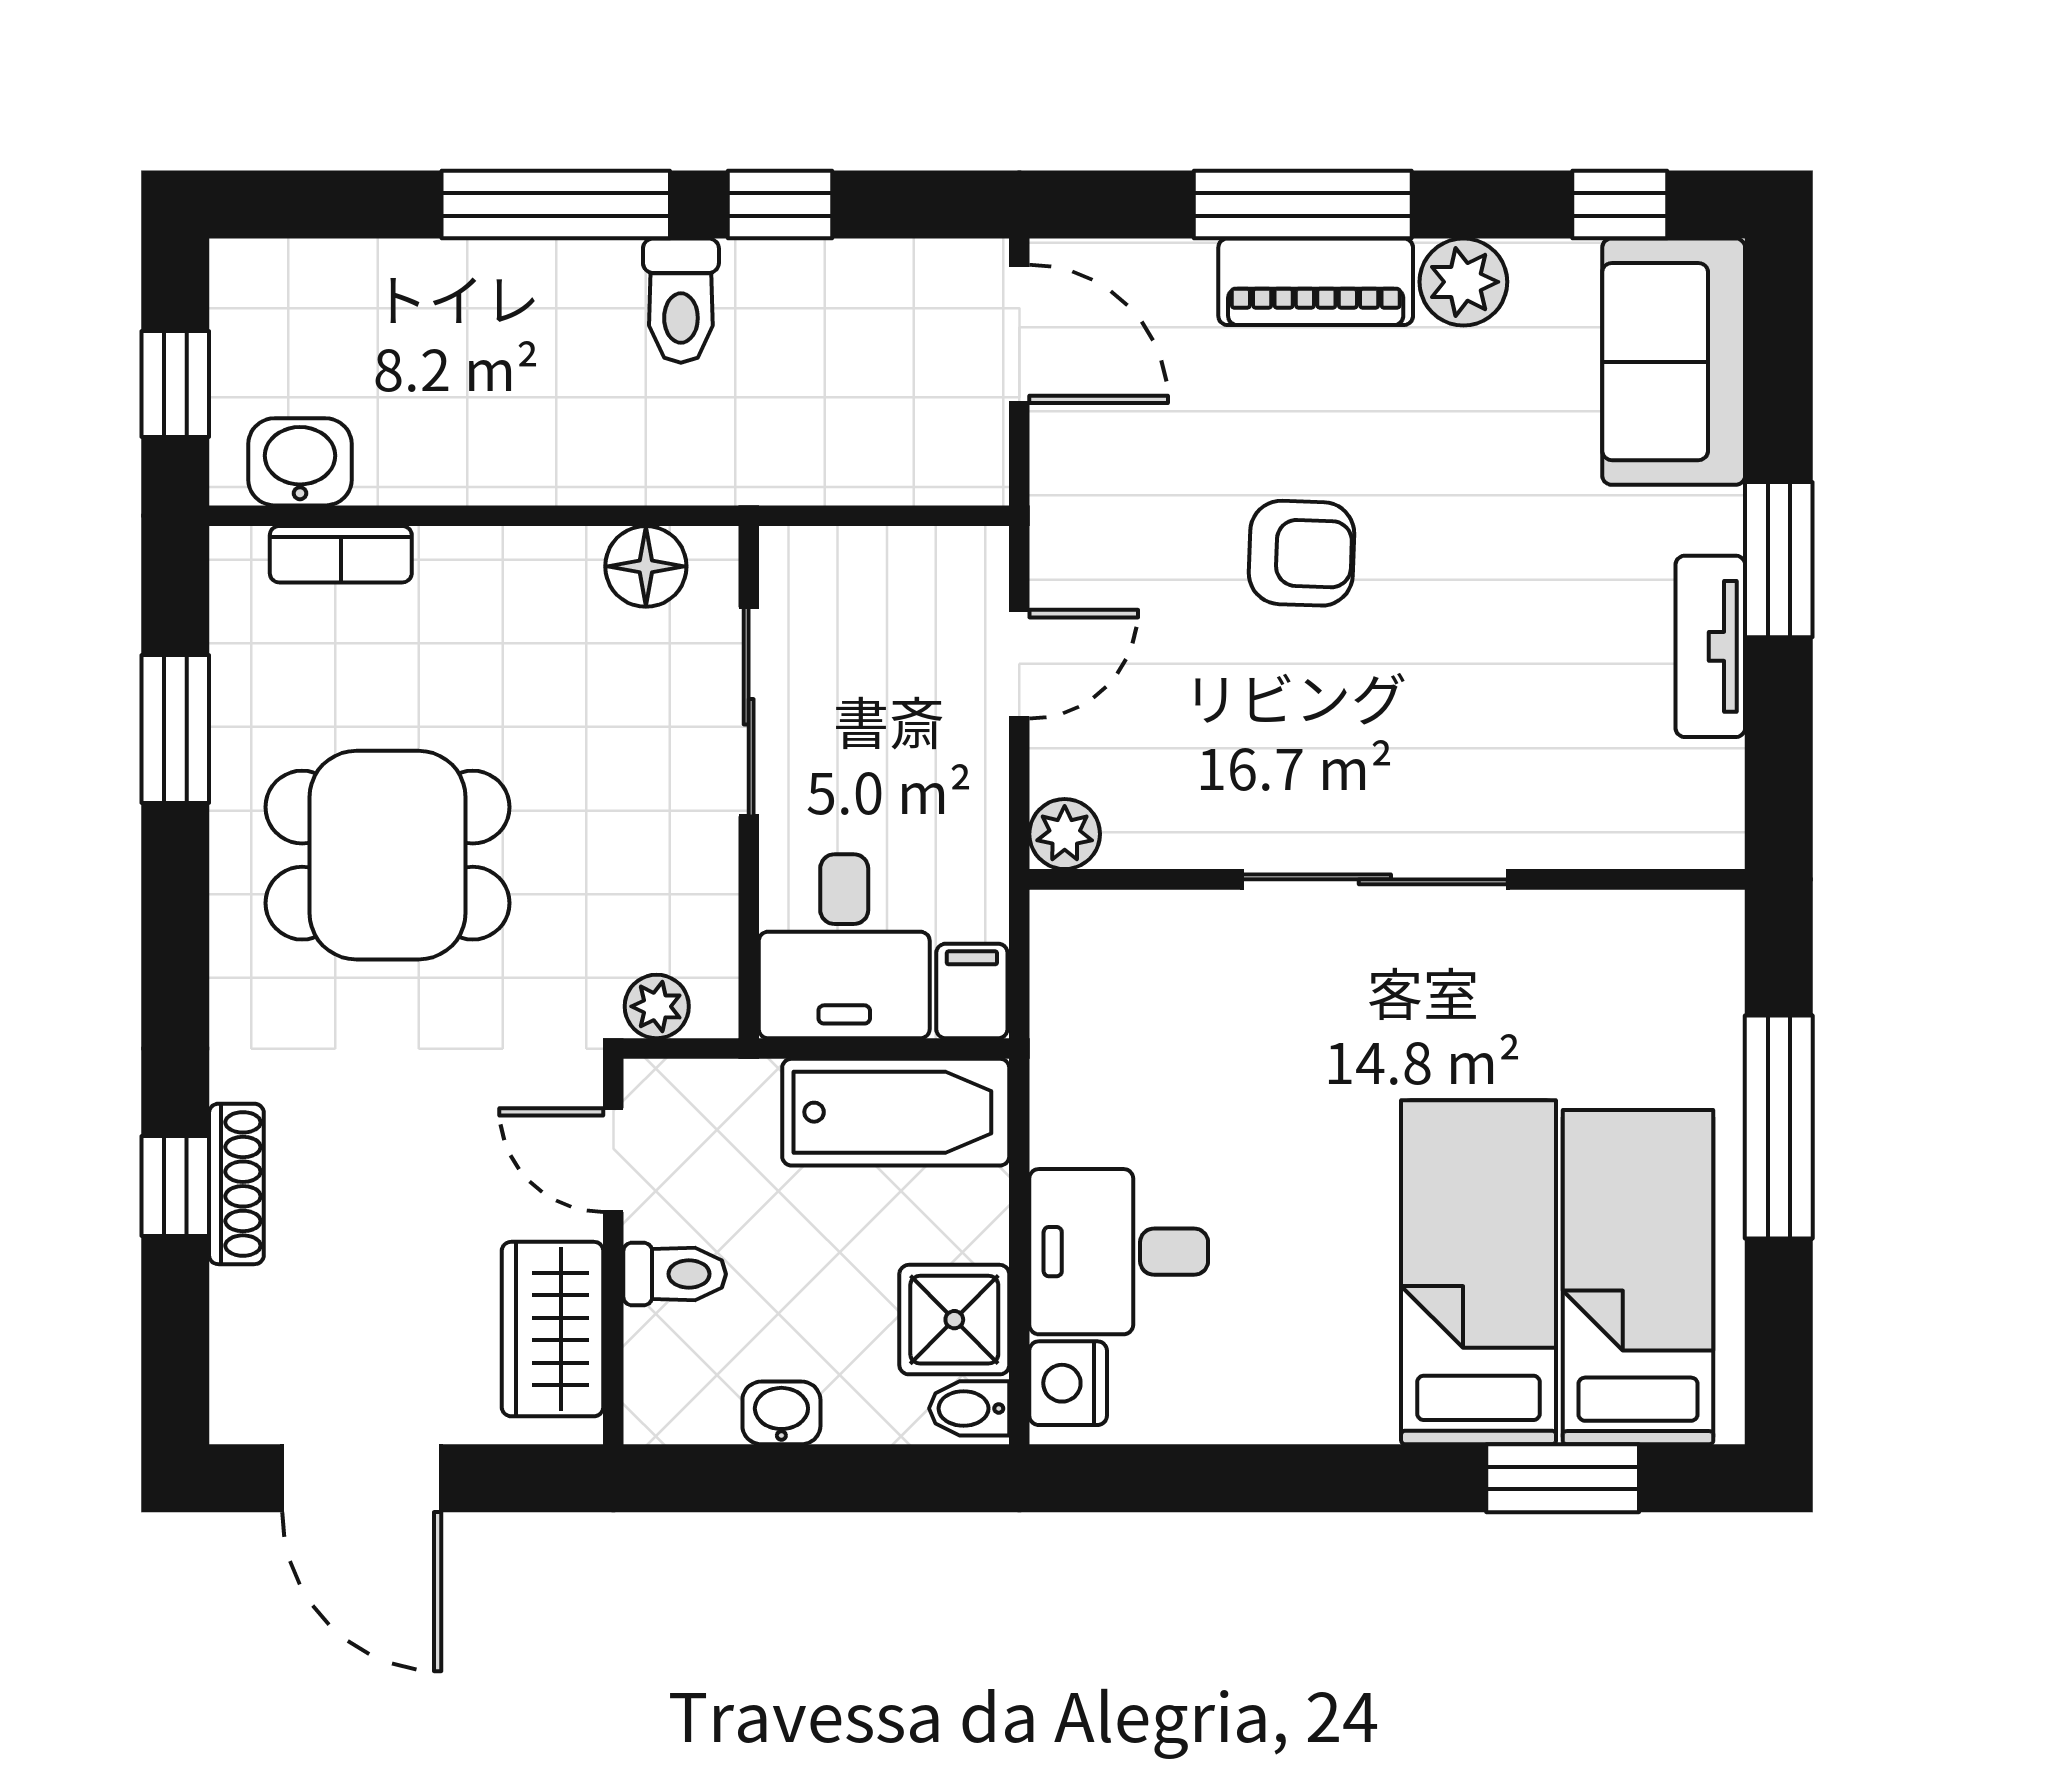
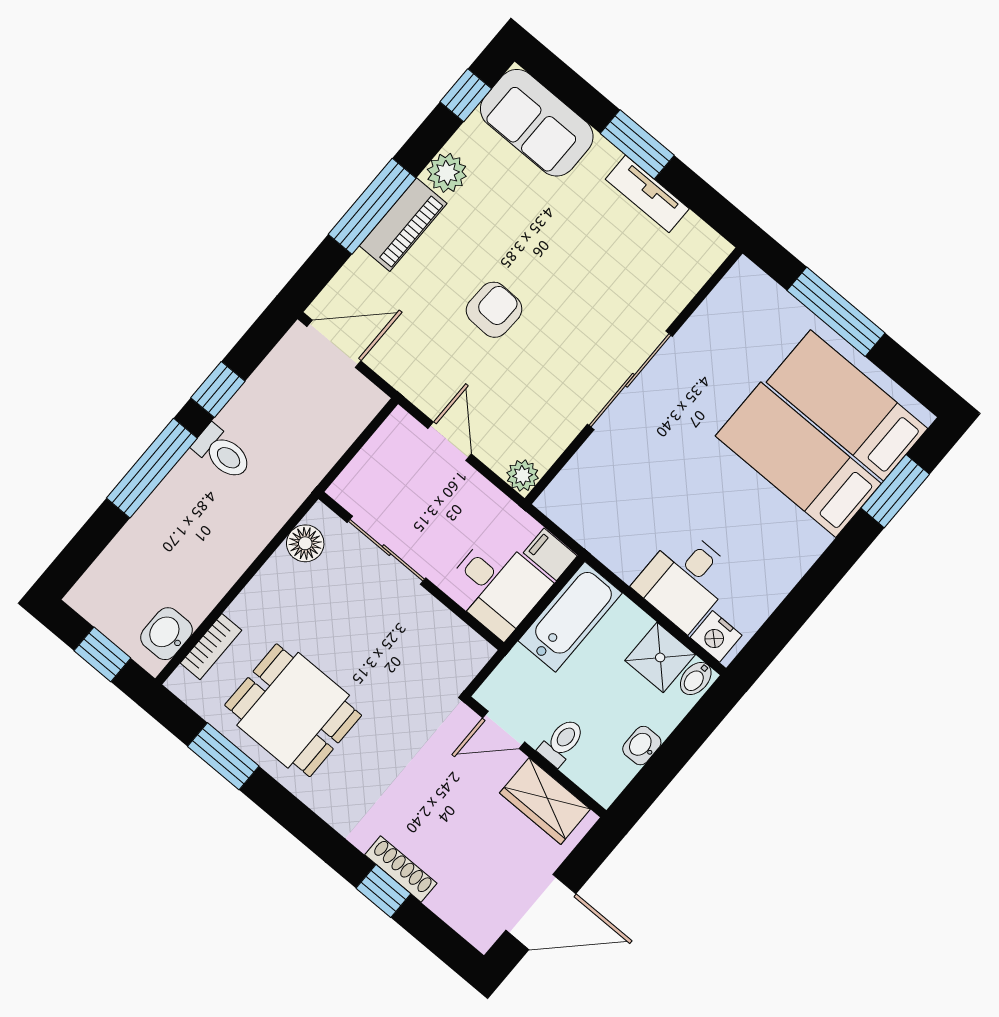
dining table: (387, 855) -> (293, 710), moved, turned 90
plant: (657, 1006) -> (463, 669), removed

